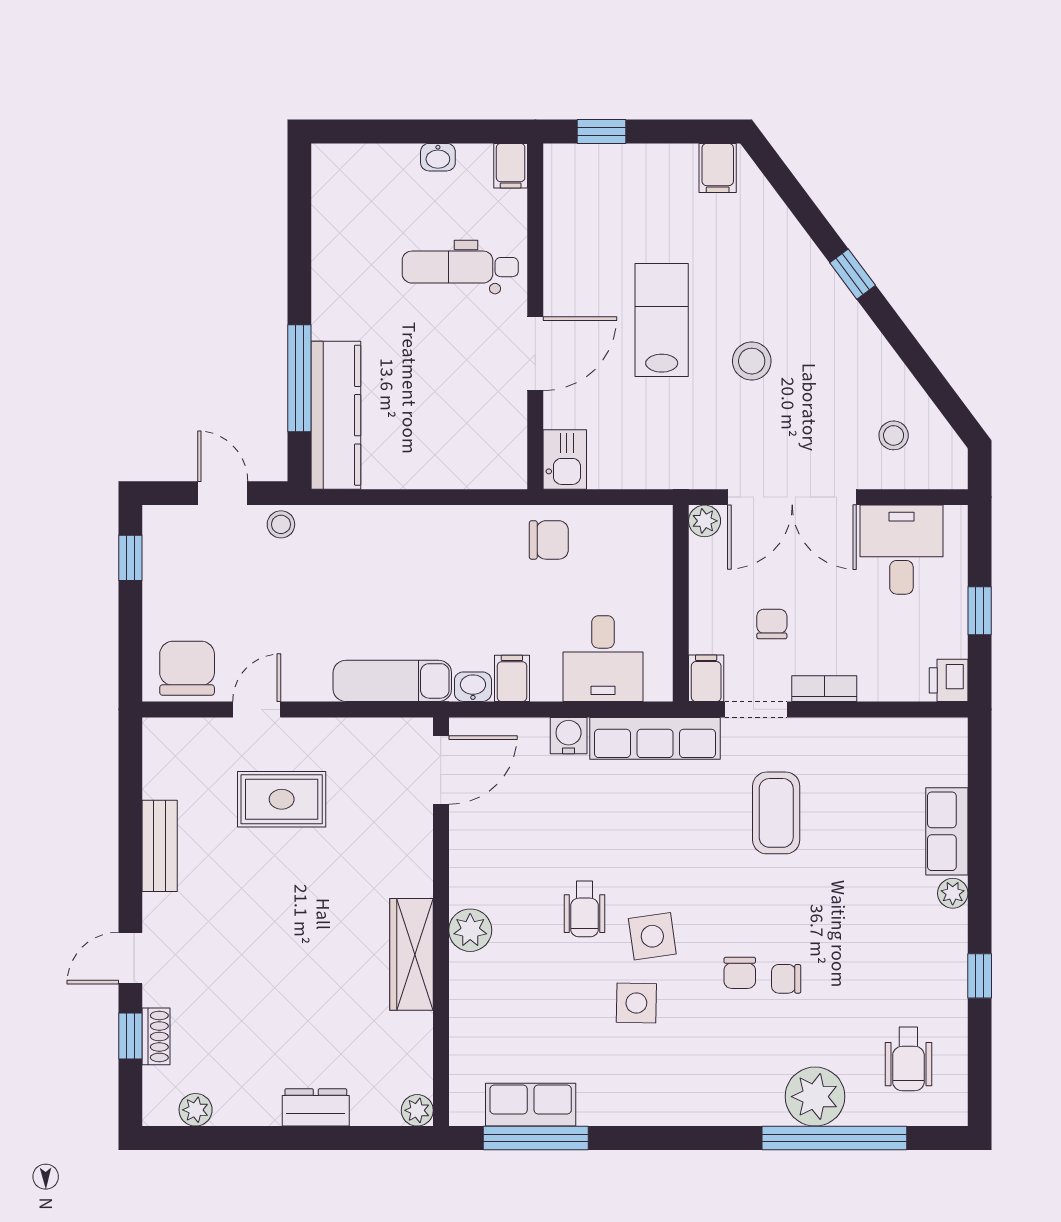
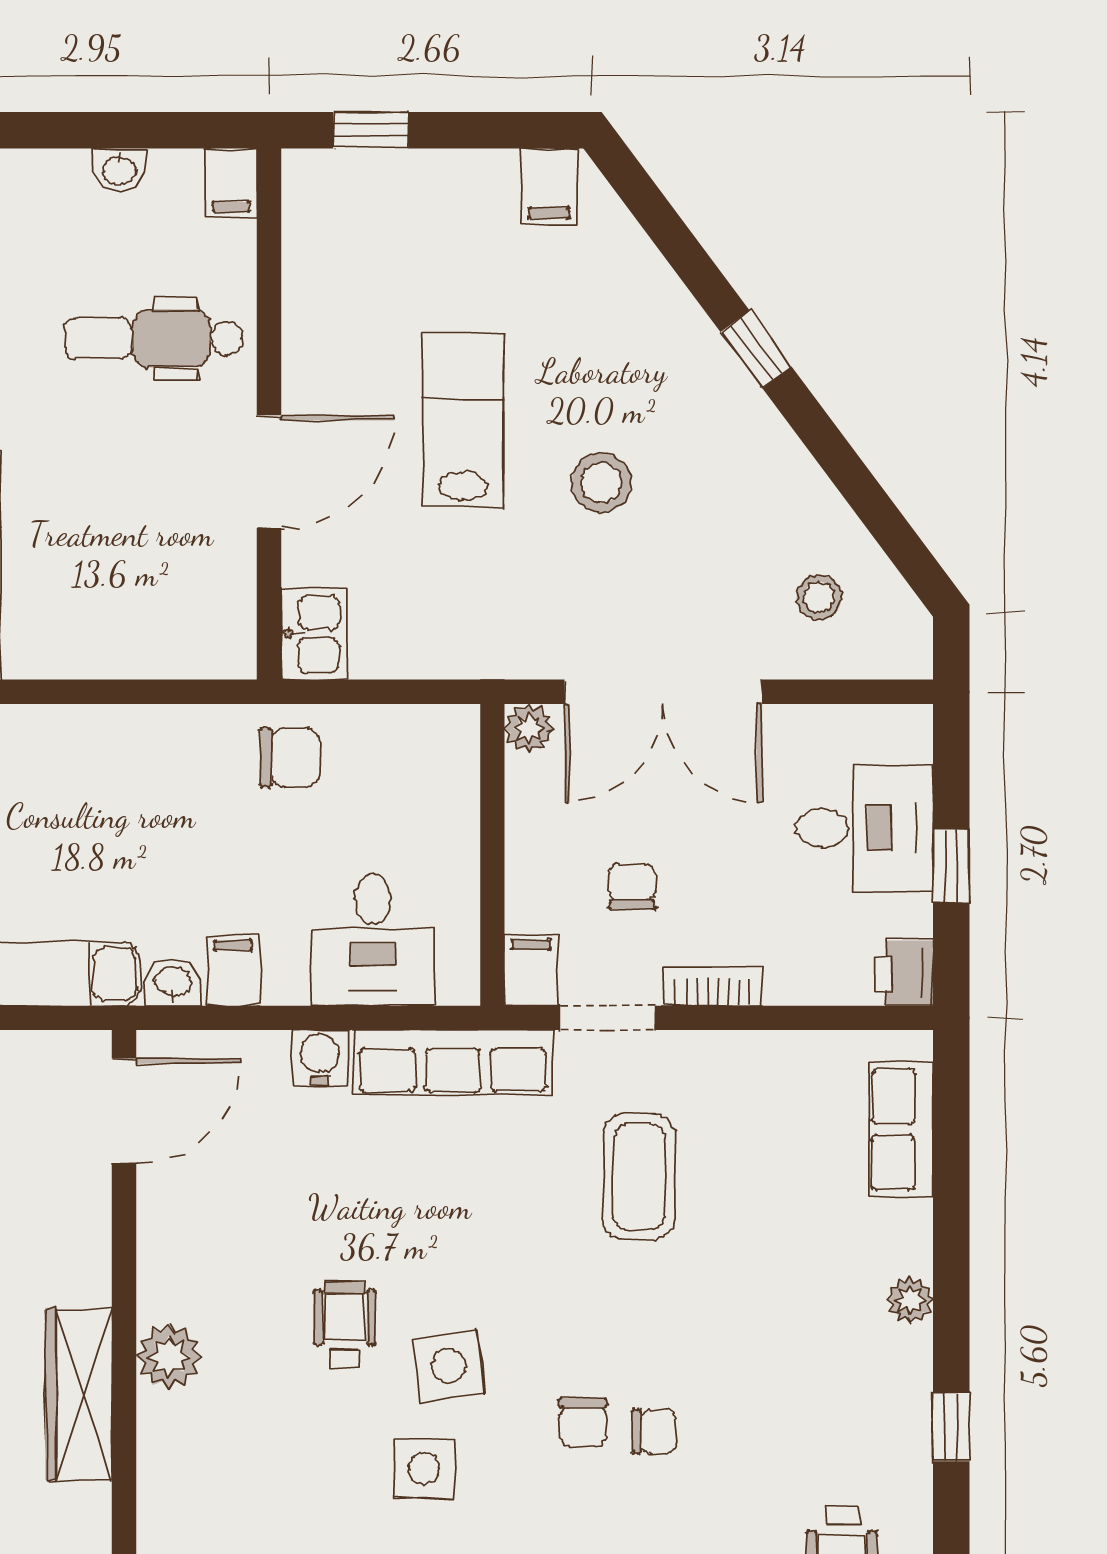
desk: (901, 550) -> (865, 828), moved, turned 90
row of seats: (947, 831) -> (901, 1130), moved
wheelchair: (585, 909) -> (345, 1324), turned 180
chair: (786, 979) -> (654, 1431), turned 180

